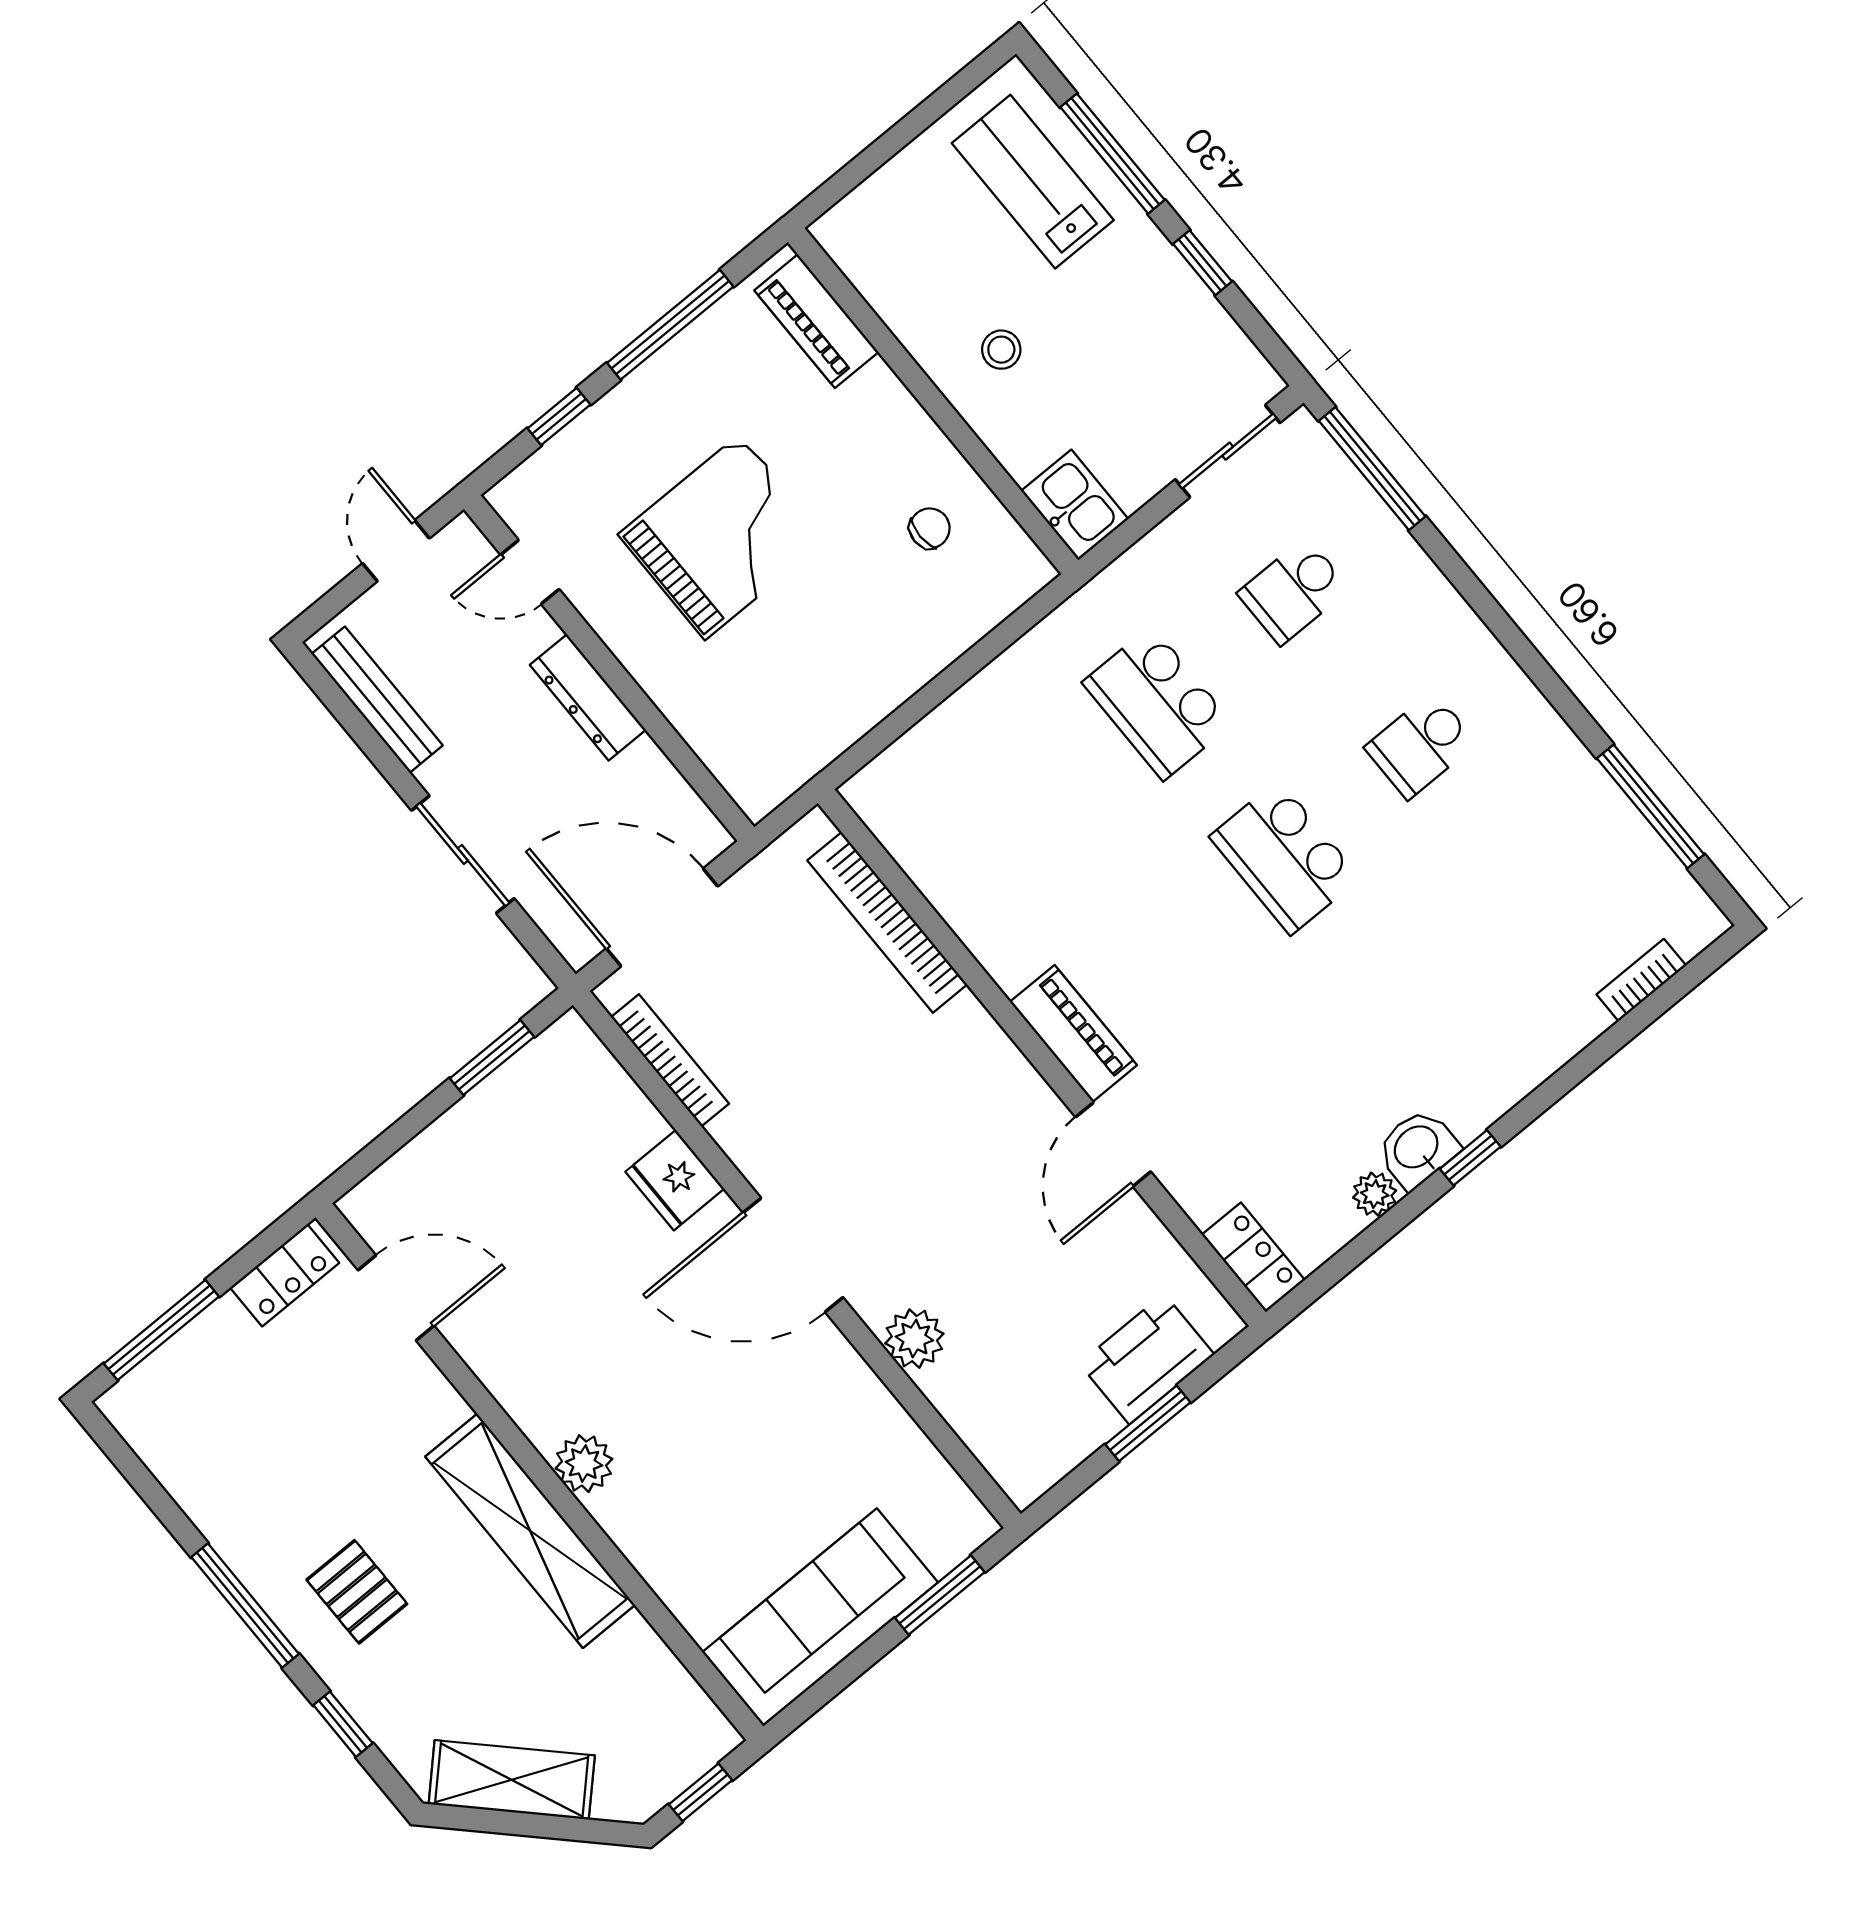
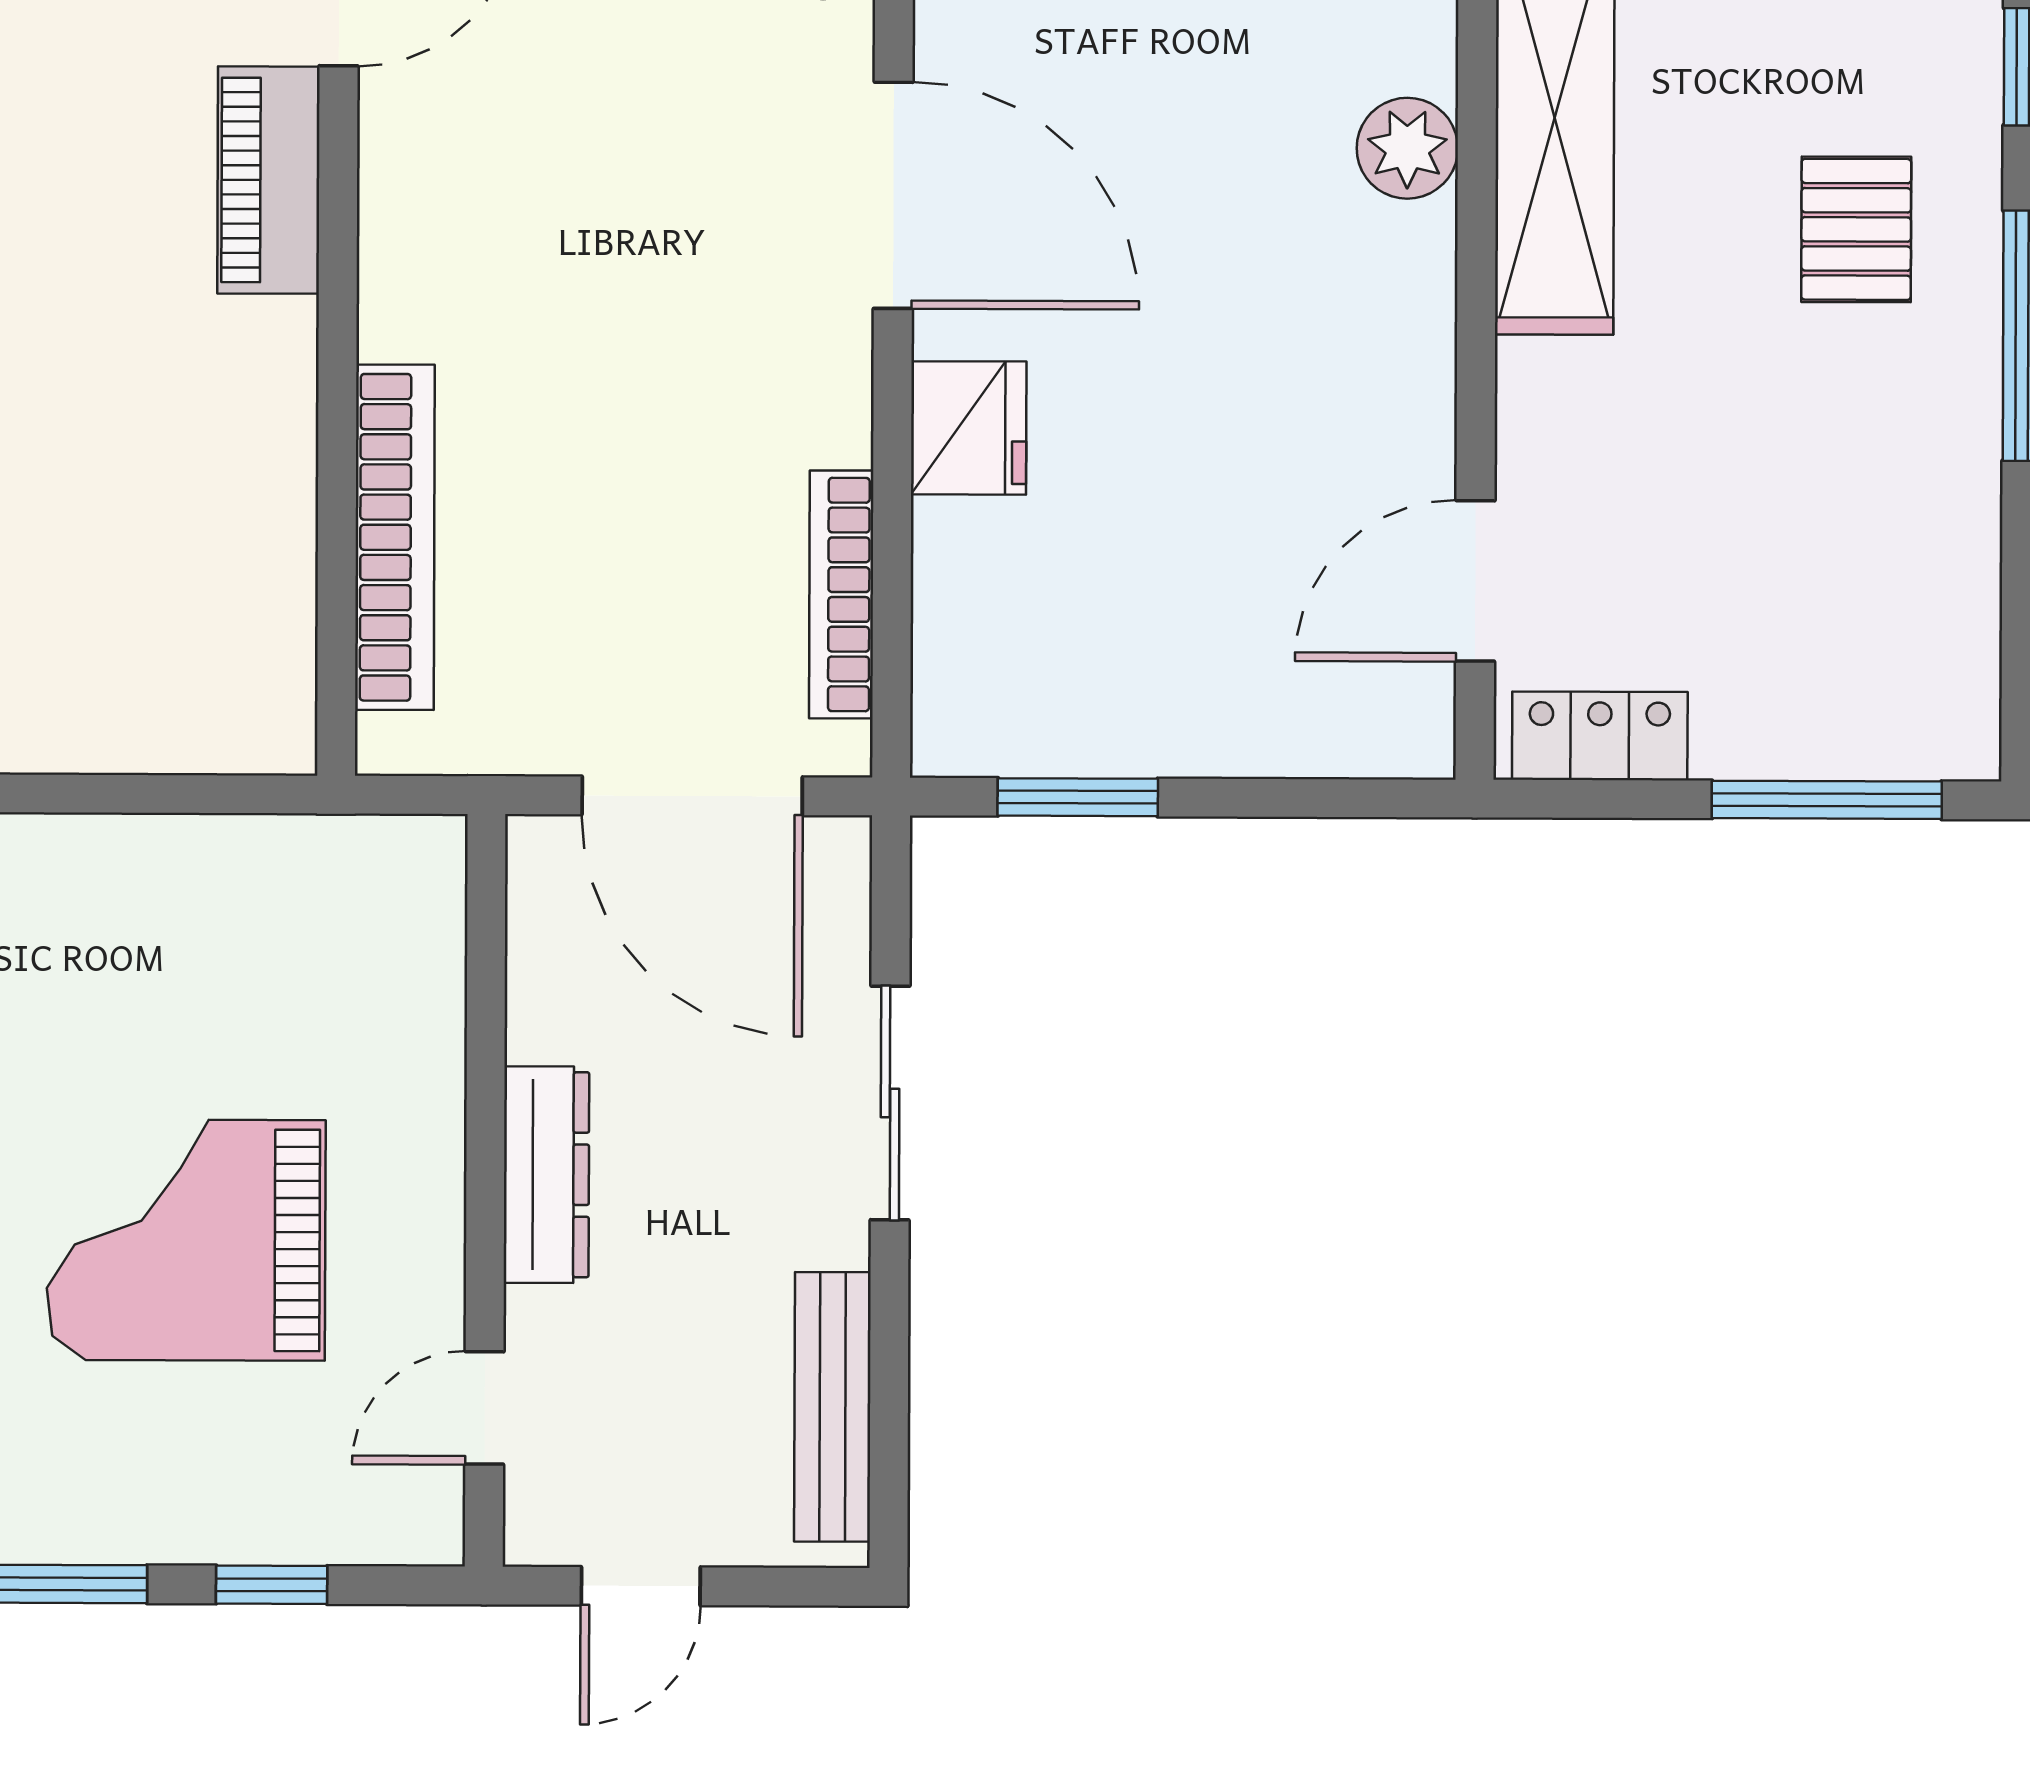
door: (530, 572) -> (484, 1408), swing flipped
door: (396, 1298) -> (1475, 581), hinge flipped

